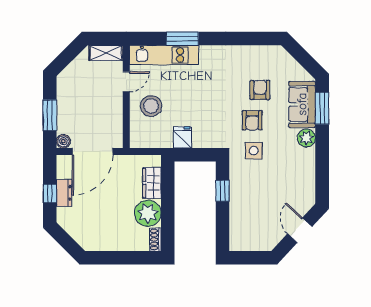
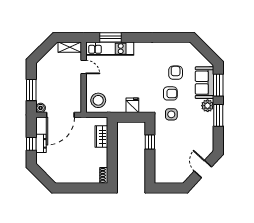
window: (182, 39) -> (110, 37), moved
door: (126, 82) -> (84, 67), hinge flipped
stool: (151, 106) -> (98, 100), moved
armchair: (252, 120) -> (170, 93), turned -90
fridge: (182, 137) -> (132, 105), moved
window: (322, 152) -> (218, 115), added
plant: (148, 213) -> (99, 157), removed

